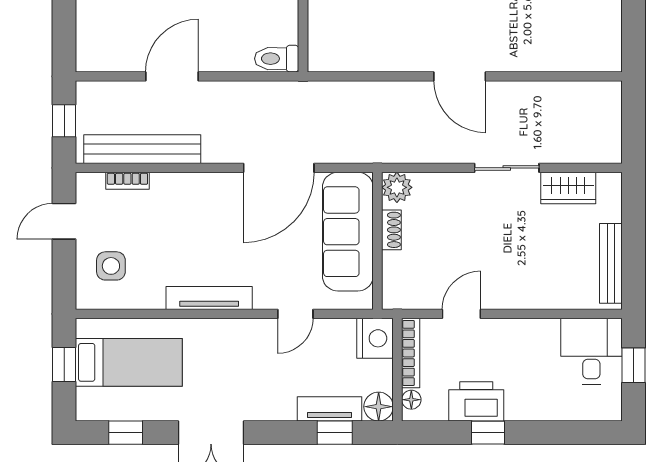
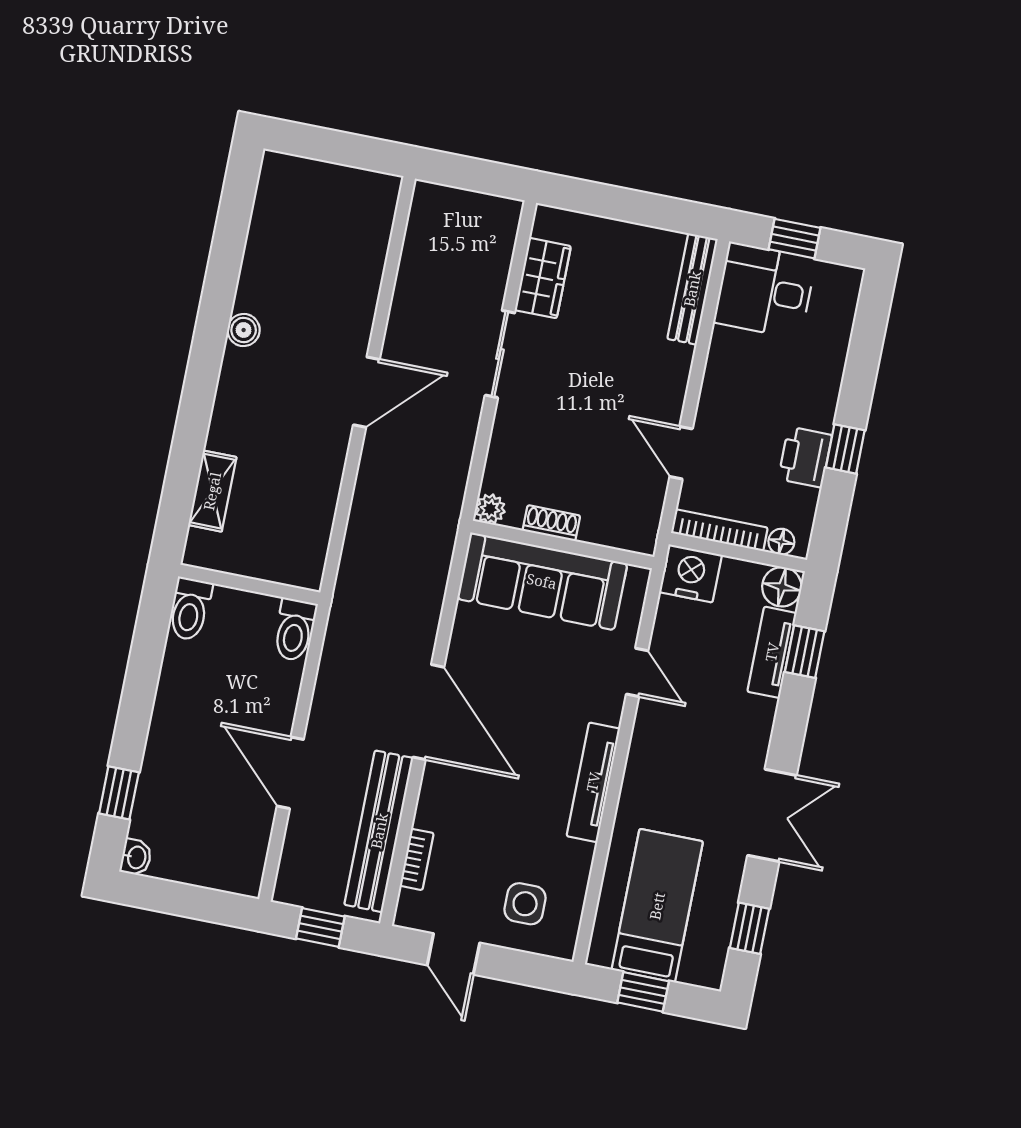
door: (279, 168) -> (428, 712), moved
plant: (397, 187) -> (490, 509), width x0.73, depth x0.73
bench: (611, 263) -> (692, 289), moved, turned 90
printer: (476, 401) -> (805, 457), width x0.73, depth x0.84

